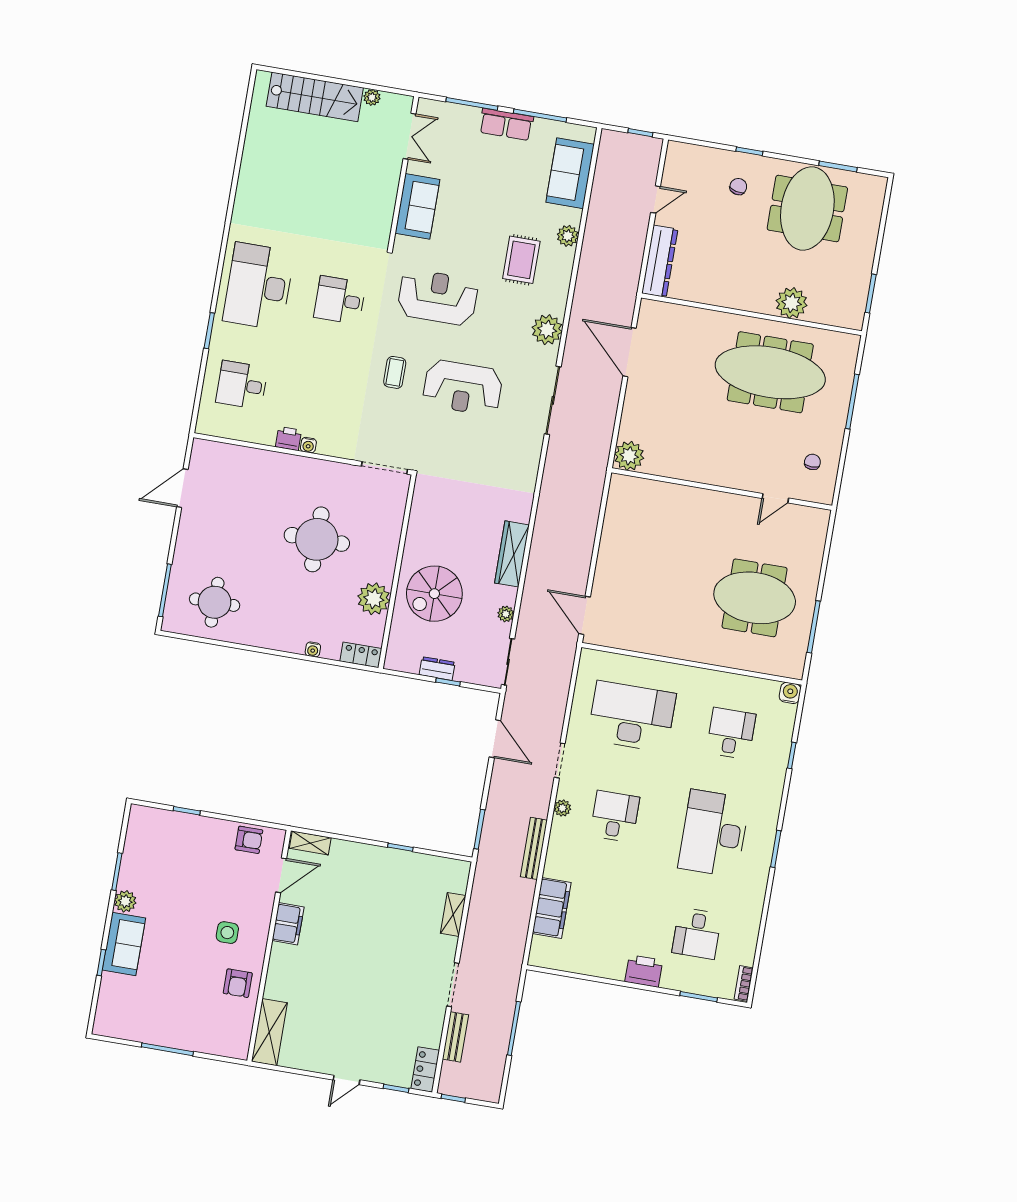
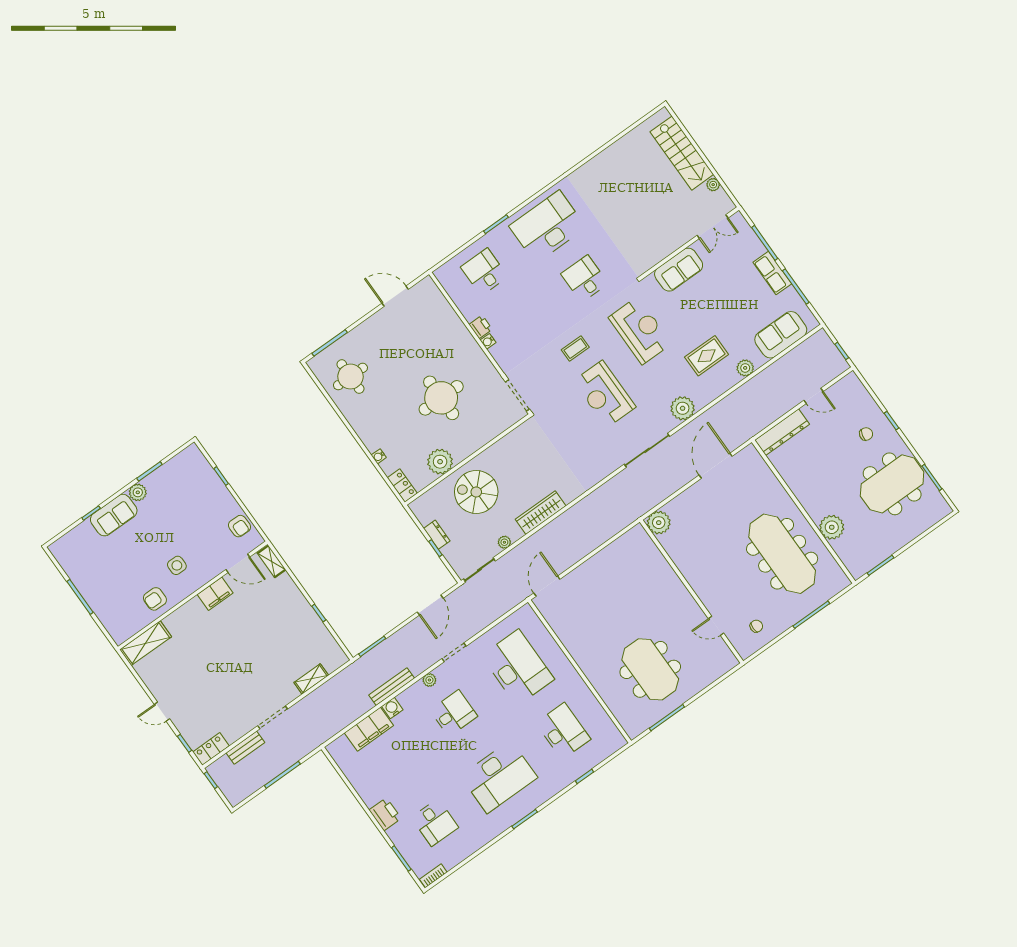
water cooler: (790, 693) -> (392, 708), moved, turned -90
desk: (731, 733) -> (563, 731), width x1.37
desk: (714, 833) -> (499, 777), turned 180
desk: (697, 933) -> (435, 823), turned -90

